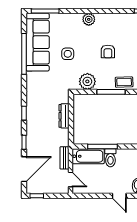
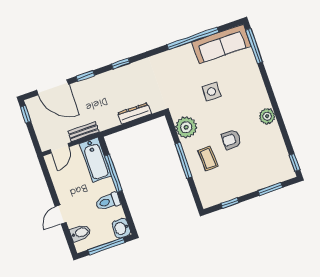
plant: (89, 19) -> (267, 116), moved
sofa: (38, 42) -> (221, 44), width x0.74, depth x0.79
coffee table: (124, 82) -> (208, 158), moved
toilet: (110, 158) -> (108, 202), moved

